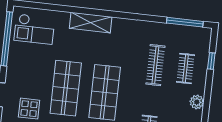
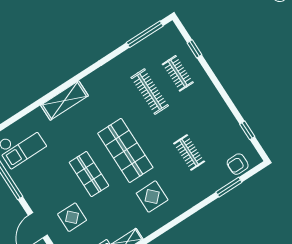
shop shelf: (66, 88) -> (89, 174), width x0.70, depth x0.74
plant: (197, 102) -> (211, 94), removed

